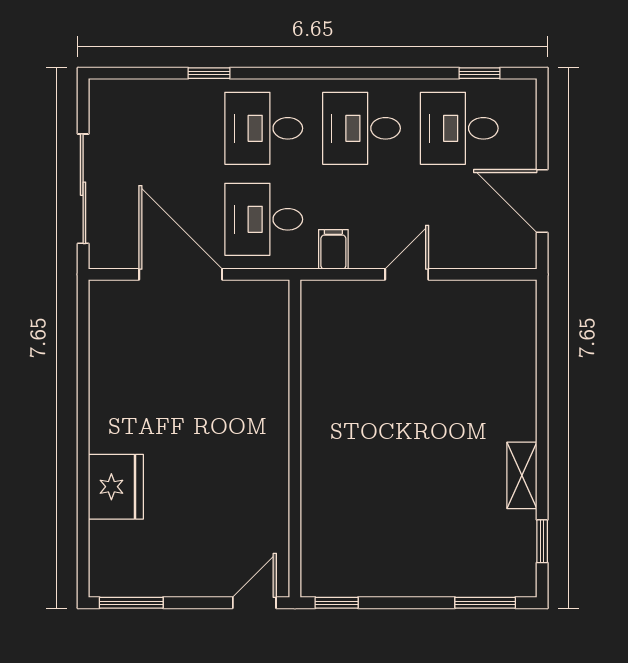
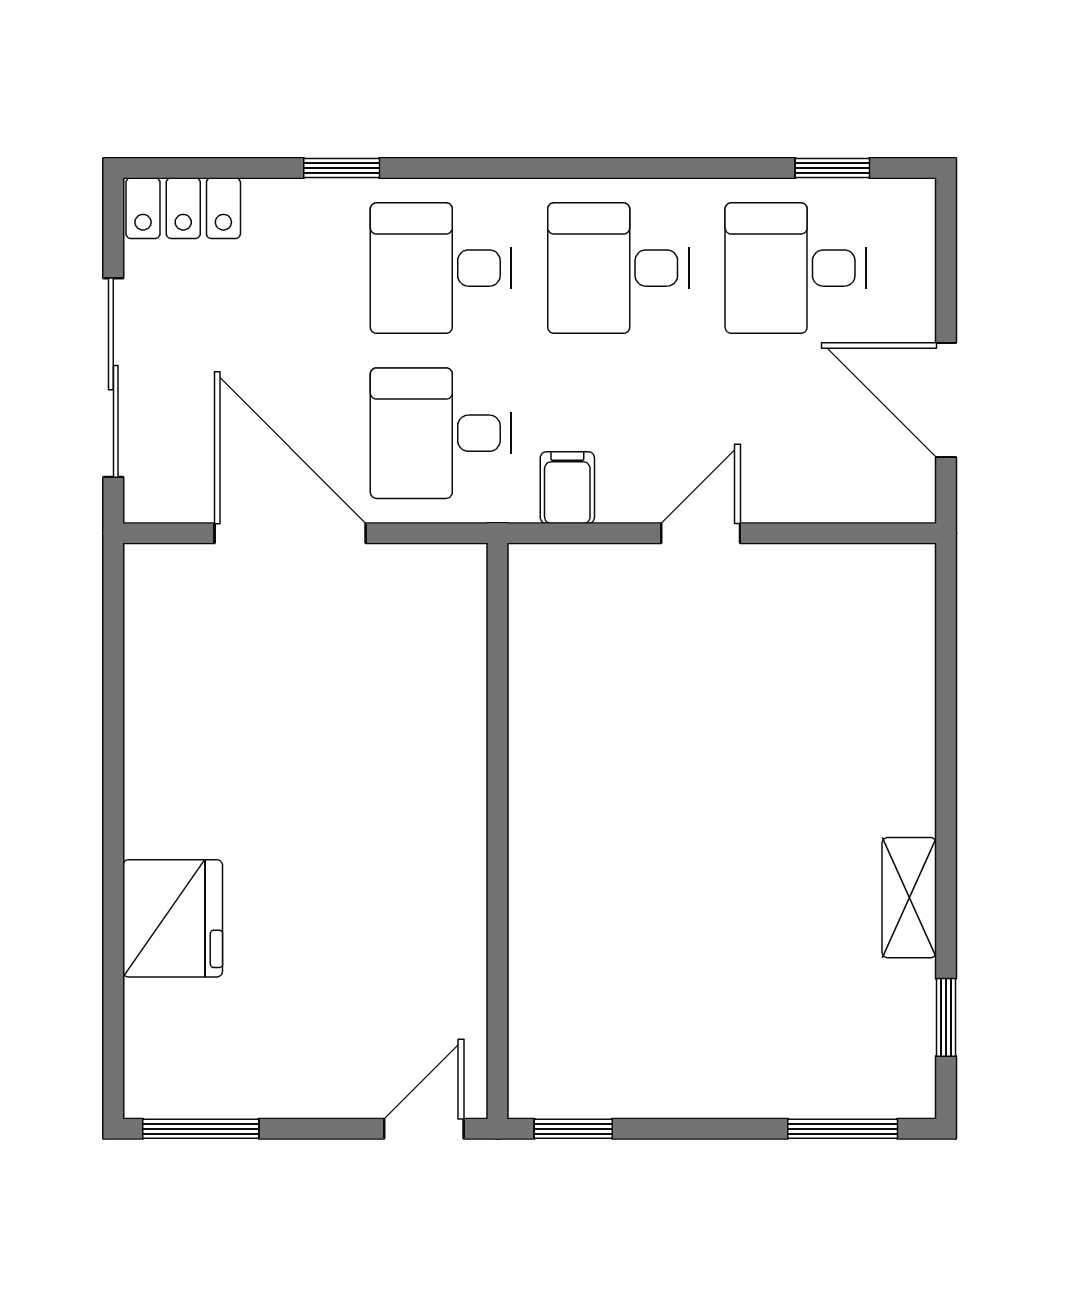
locker: (122, 95) -> (183, 208), added

